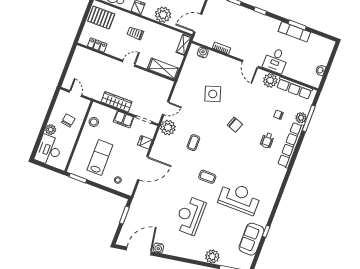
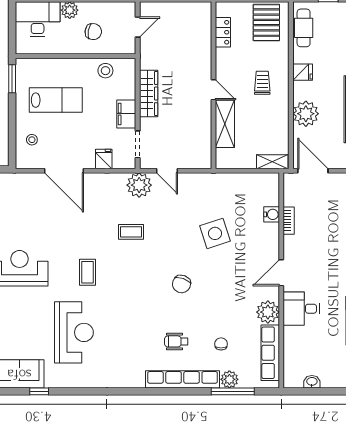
water cooler: (203, 53) -> (272, 214), moved
shelving: (163, 69) -> (225, 124), moved

